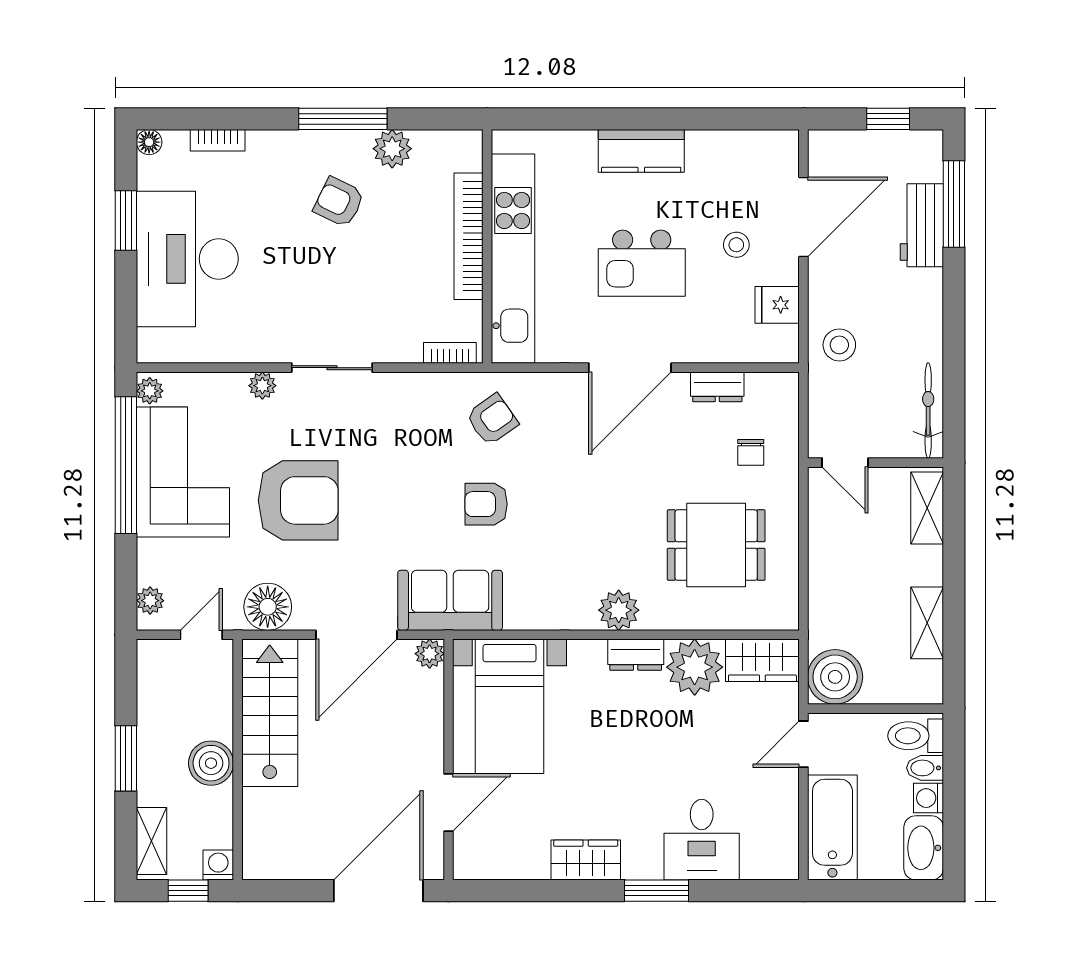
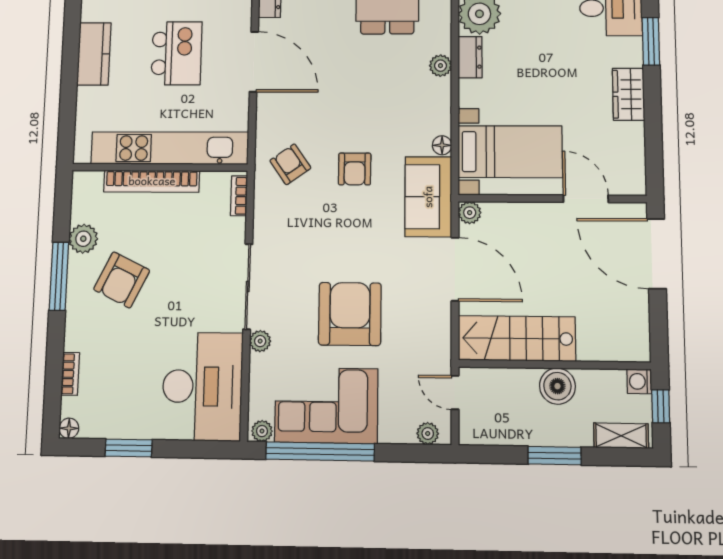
armchair: (339, 202) -> (122, 280), width x1.38, depth x1.38
desk: (187, 259) -> (202, 386), moved, turned -90
sliding door: (332, 368) -> (248, 286), width x1.37
floor lamp: (268, 607) -> (442, 145), moved, width x0.53, depth x0.53
plant: (619, 610) -> (440, 66), width x0.73, depth x0.73

